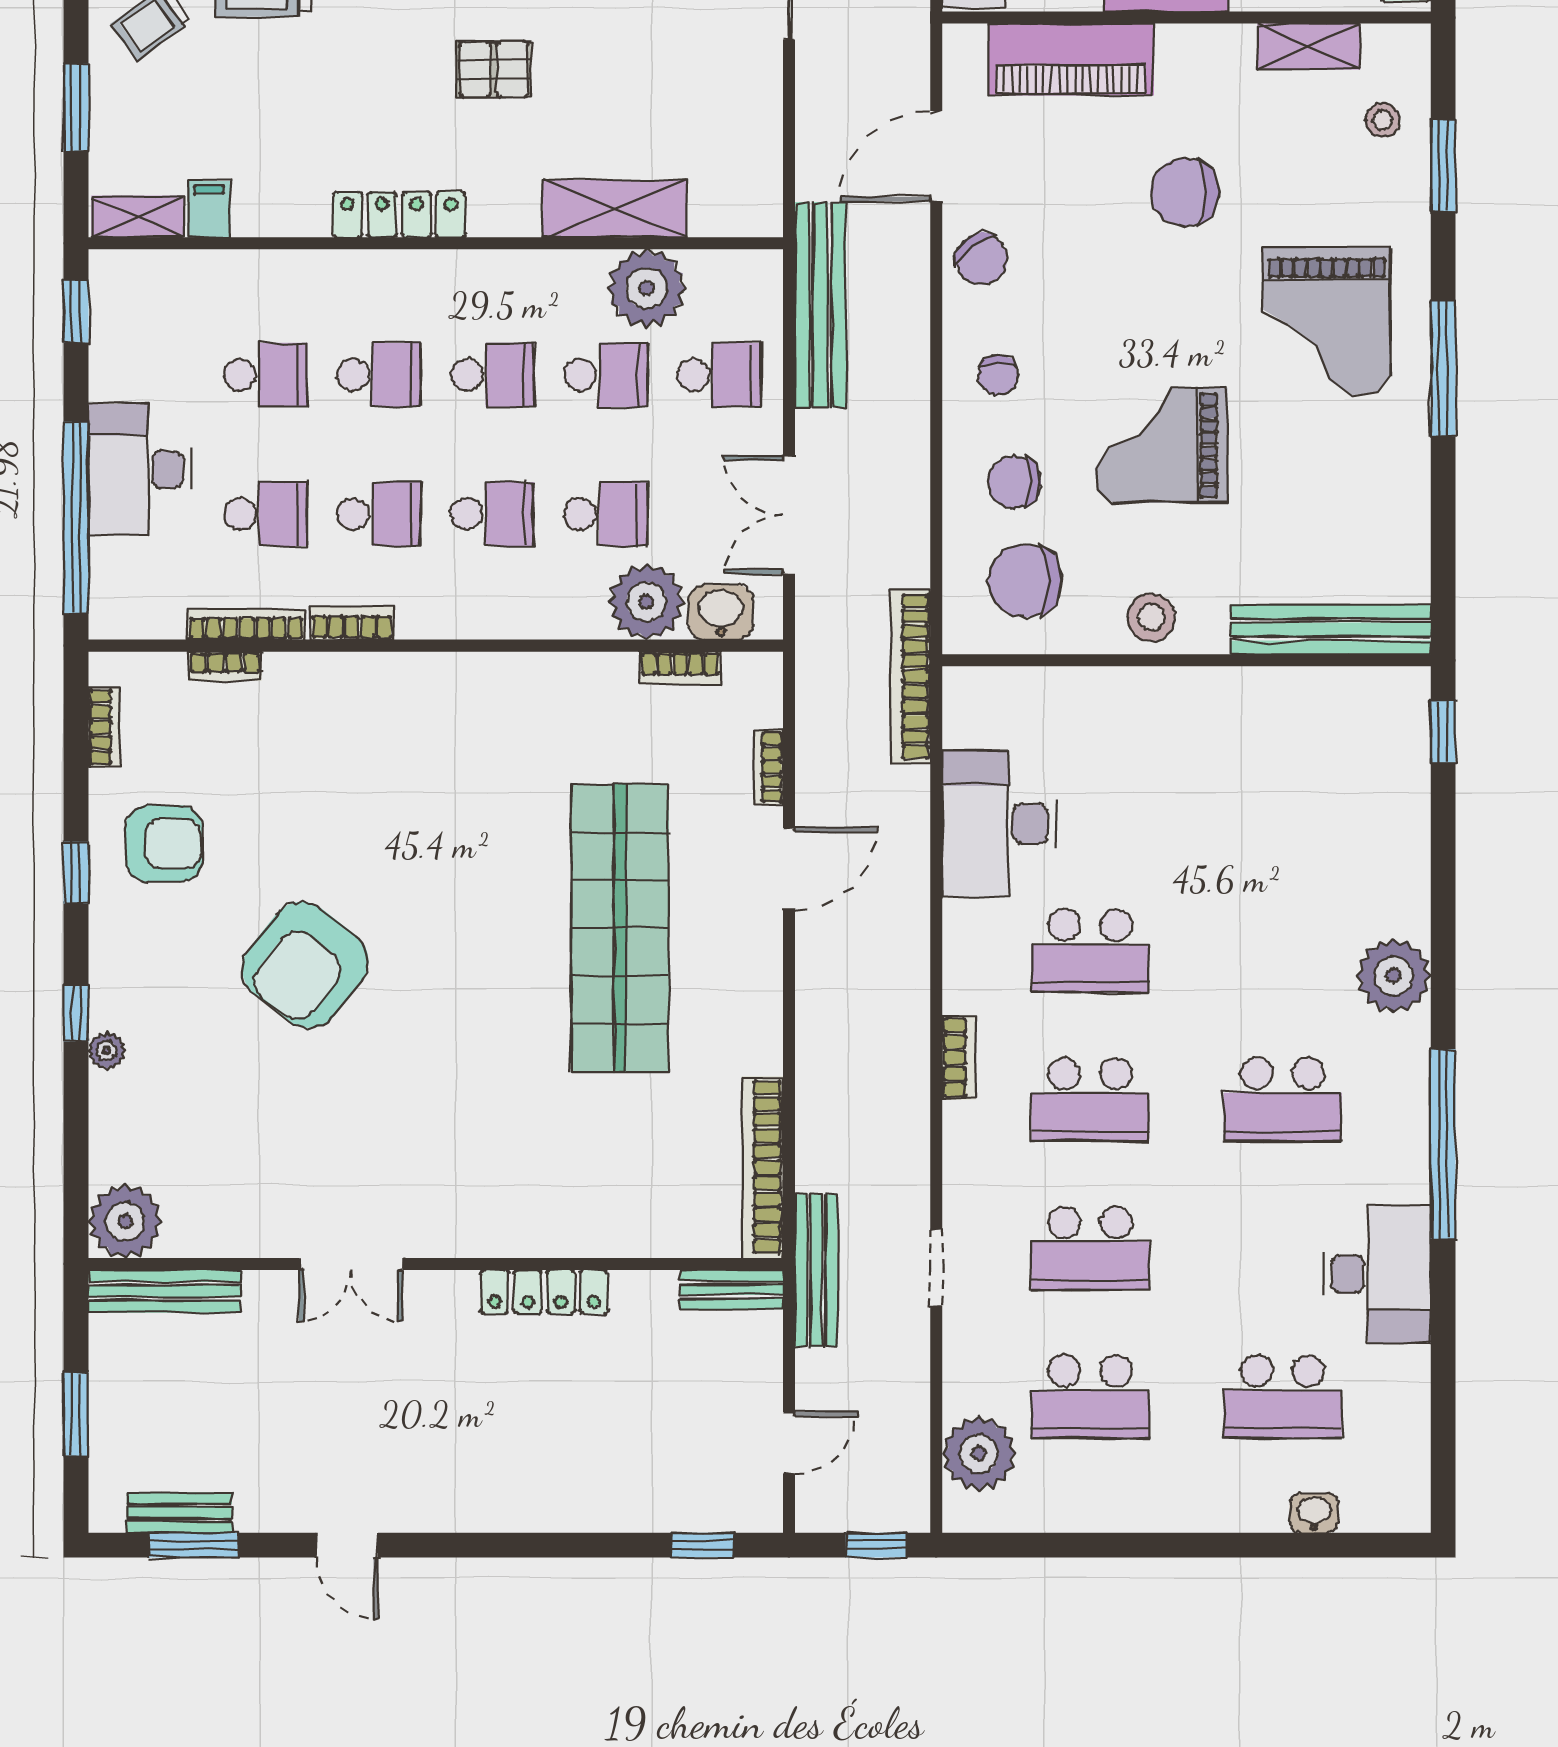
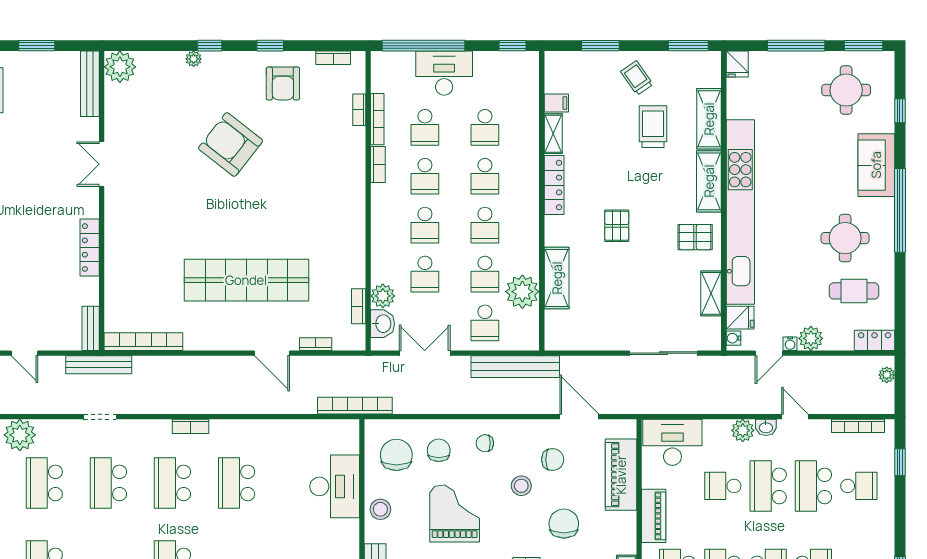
shelving: (138, 217) -> (553, 134), moved
chair: (982, 259) -> (553, 460), moved, turned -141
stool: (1097, 291) -> (521, 486), added
plant: (646, 602) -> (383, 296), width x0.73, depth x0.73
desk: (999, 824) -> (335, 486), moved, turned 90

